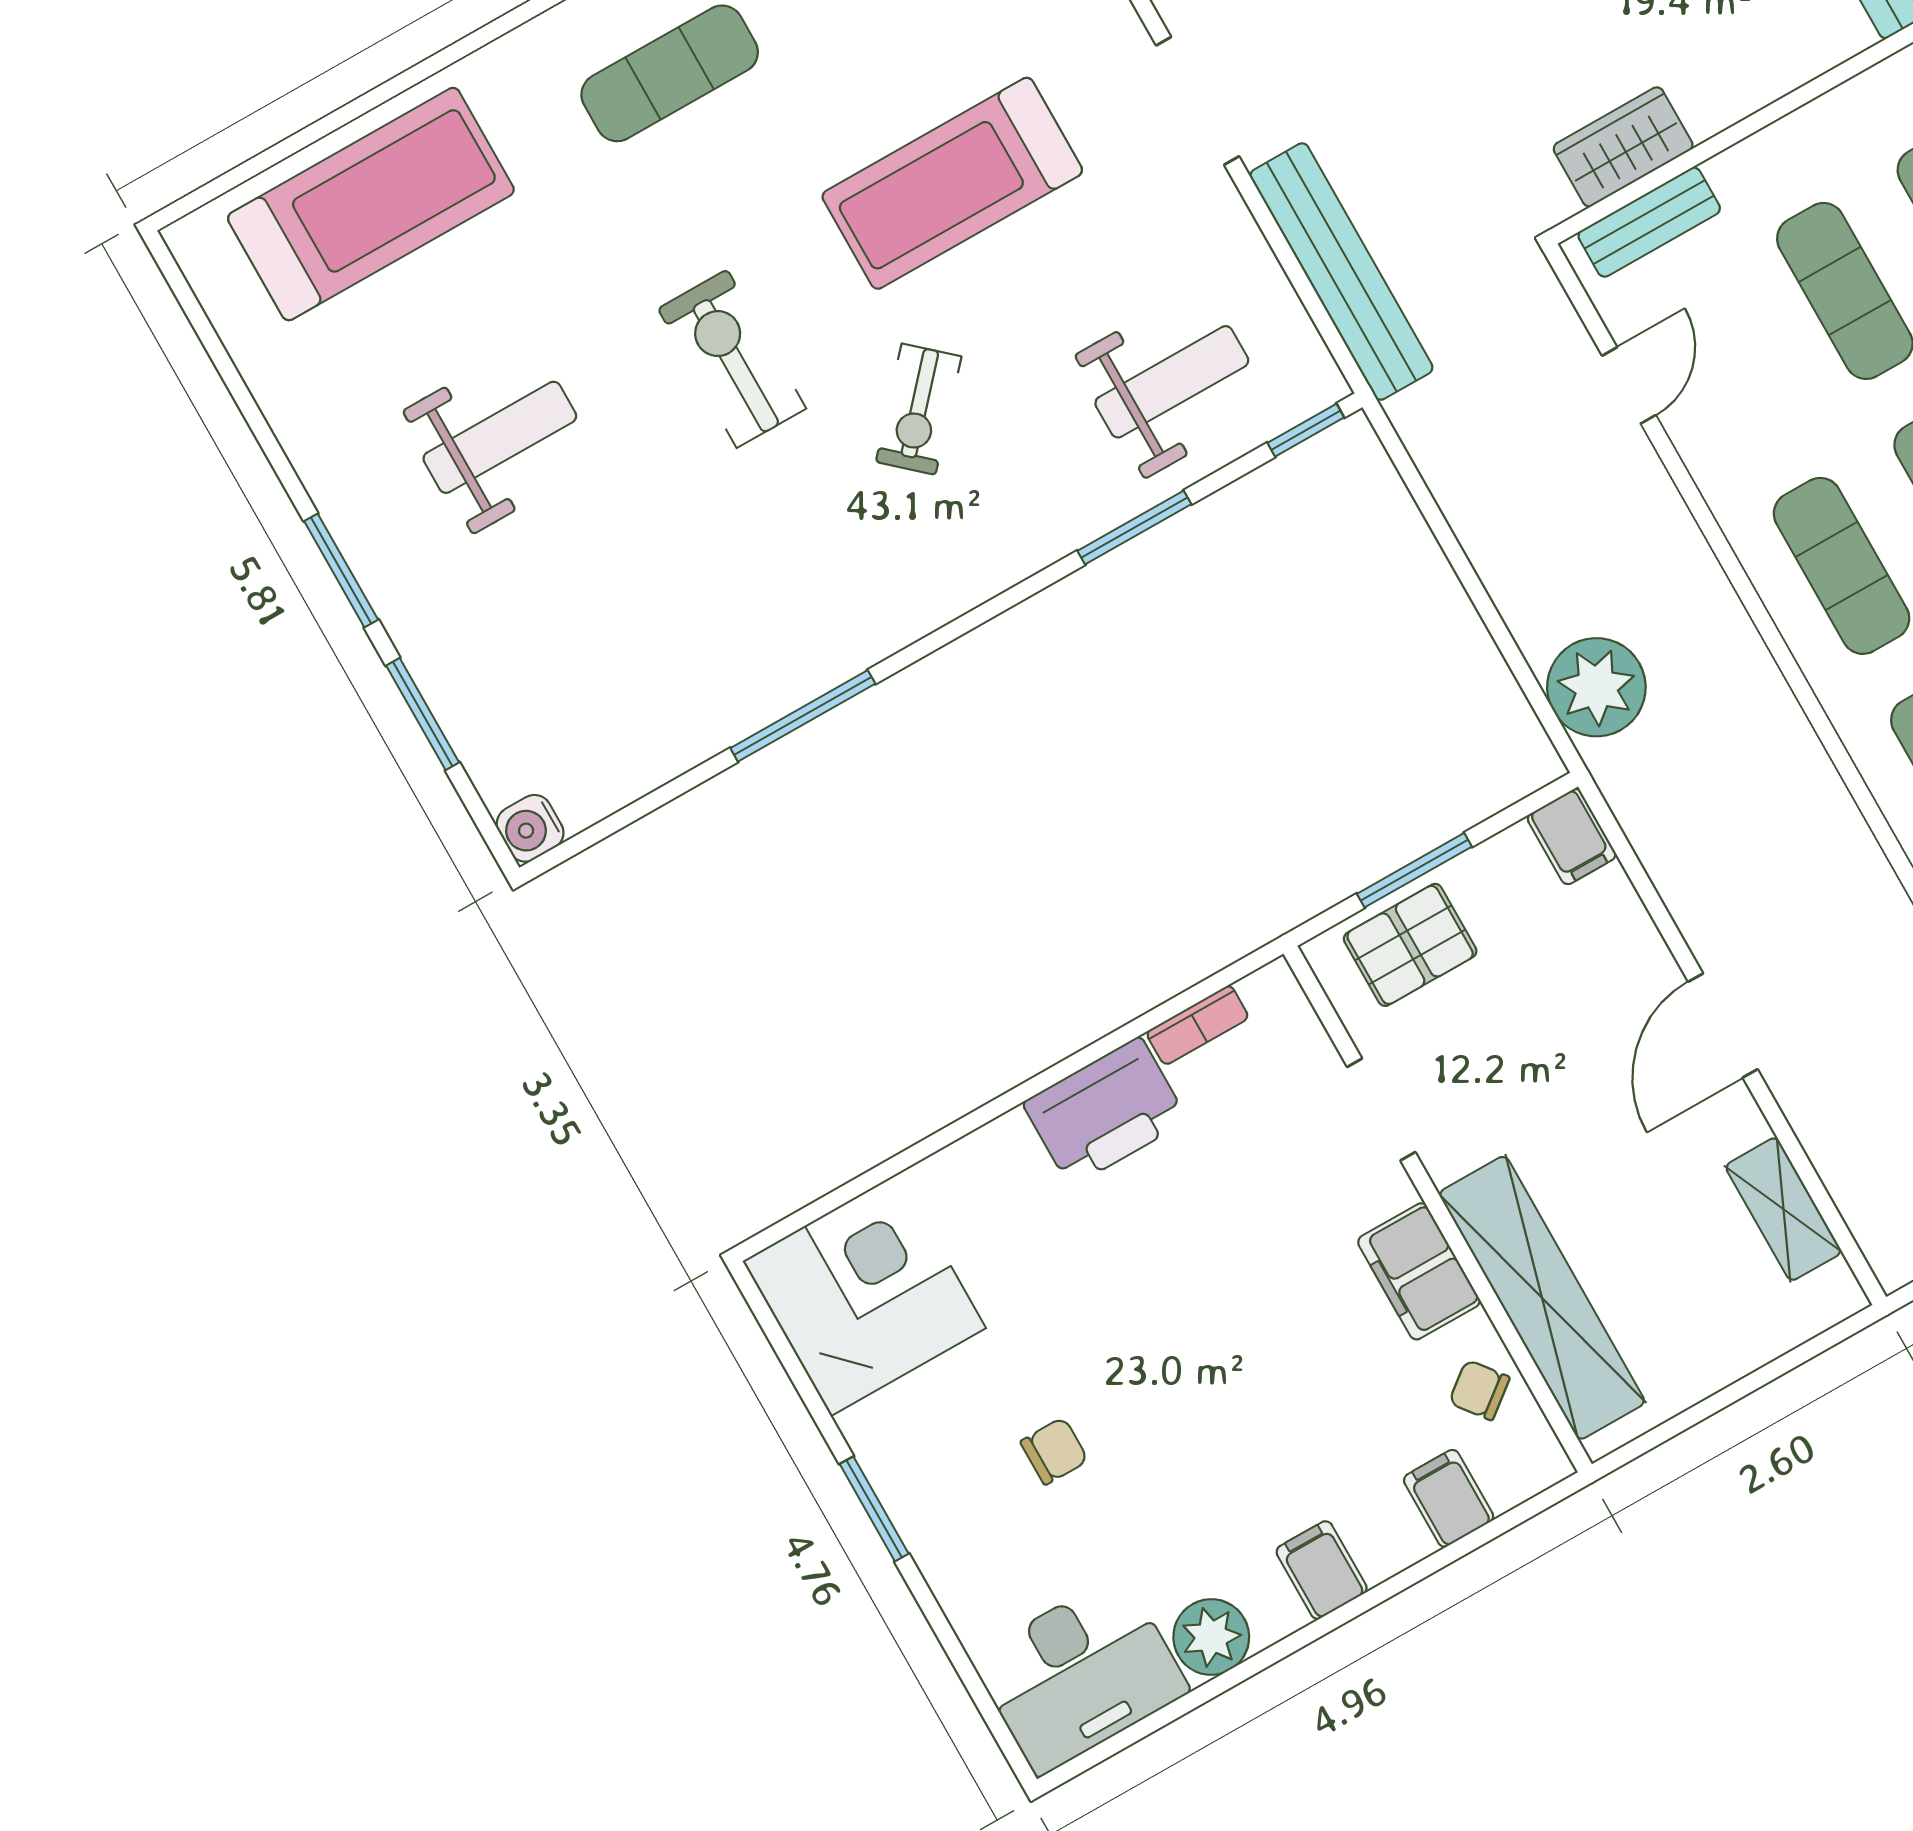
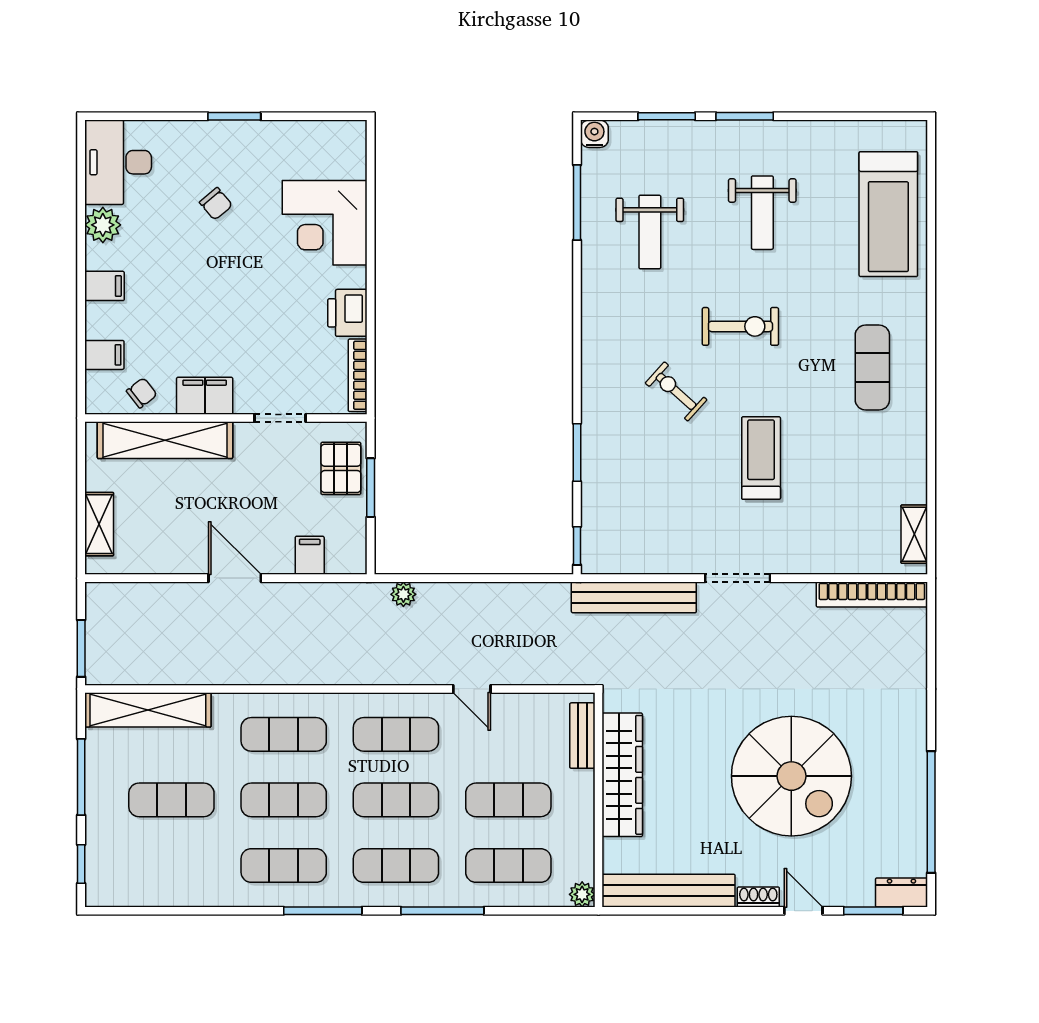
wardrobe: (1623, 147) -> (622, 775), width x2.10, depth x1.17
treadmill: (952, 183) -> (761, 458), width x0.73, depth x0.73
weight bench: (1172, 382) -> (650, 232), moved
door: (1629, 385) -> (472, 689), moved
plant: (1596, 687) -> (403, 594), width x0.53, depth x0.53
window: (803, 716) -> (577, 203), moved
filing cabinet: (1572, 837) -> (310, 555), moved, turned 90
bookcase: (1197, 1025) -> (358, 375), width x1.56
printer: (1105, 1112) -> (347, 313), width x0.73, depth x0.84
shelving: (1783, 1209) -> (99, 524), moved, turned 90
corner desk: (864, 1295) -> (325, 223), moved, turned 90
chair: (1054, 1451) -> (216, 204), turned -40

